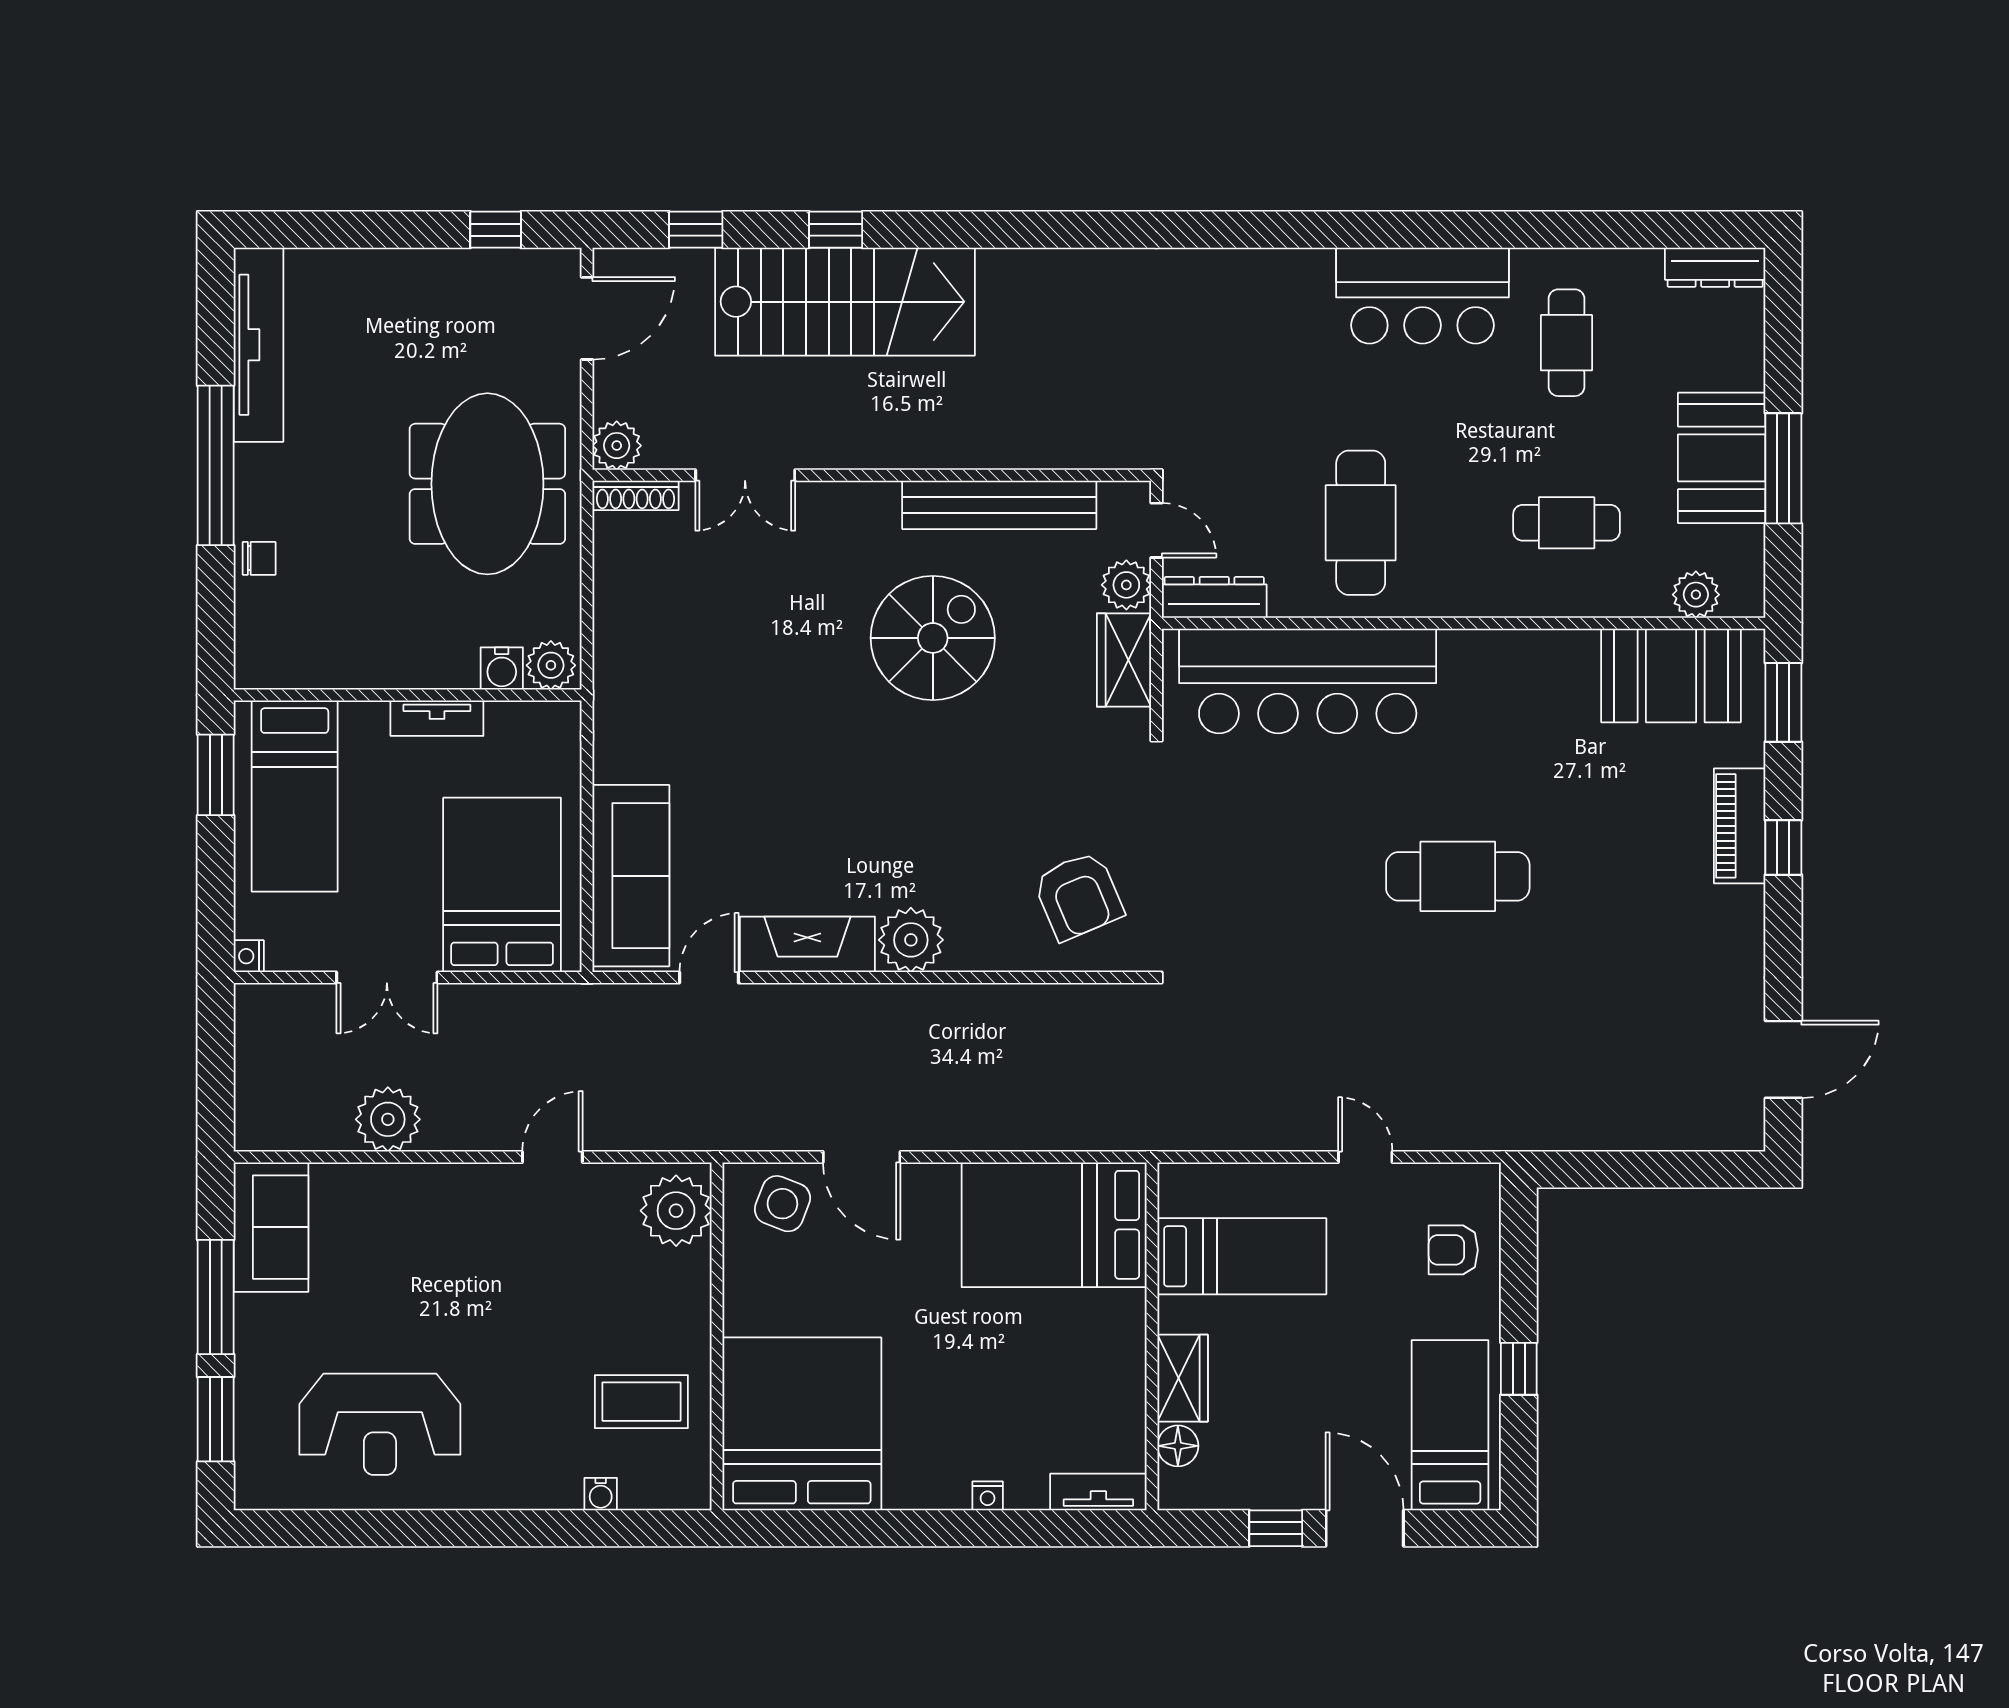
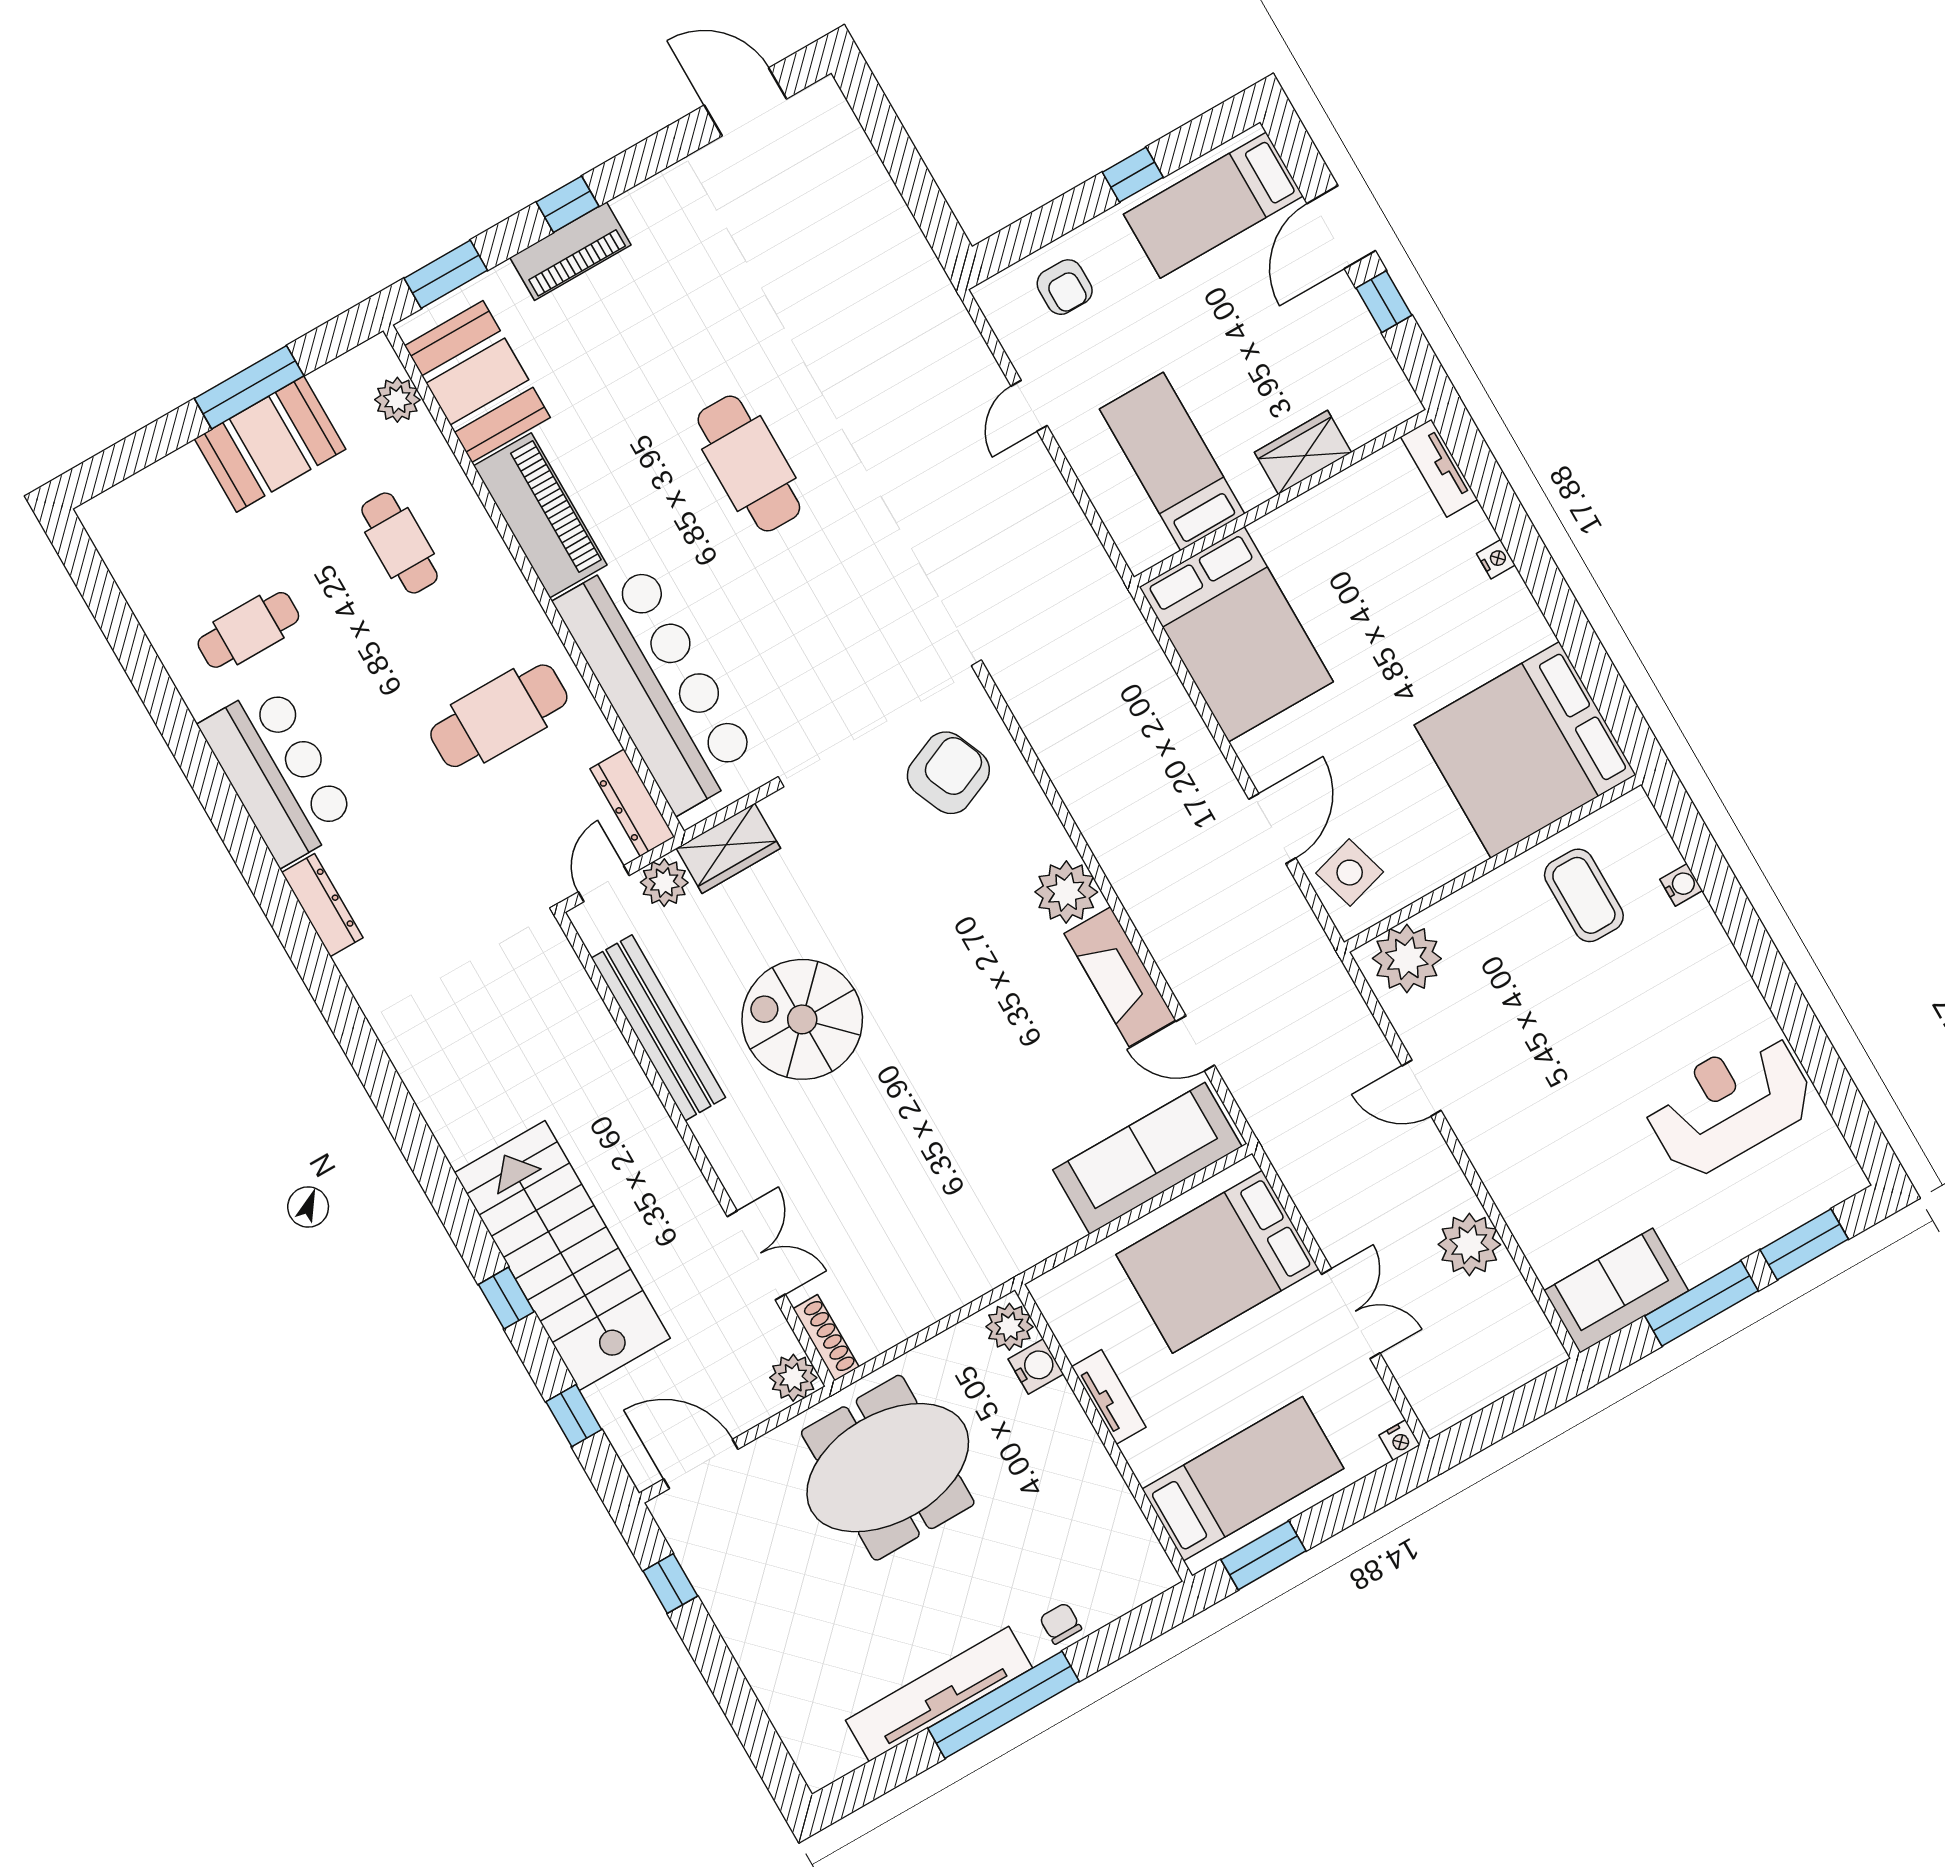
dresser: (1715, 267) -> (322, 905), moved
tv unit: (258, 345) -> (939, 1694), moved
piano: (1519, 663) -> (540, 515), added
side table: (782, 1204) -> (1350, 873), turned -37
reception desk: (380, 1424) -> (1729, 1104), turned -90
floor lamp: (1178, 1446) -> (1362, 424), removed

